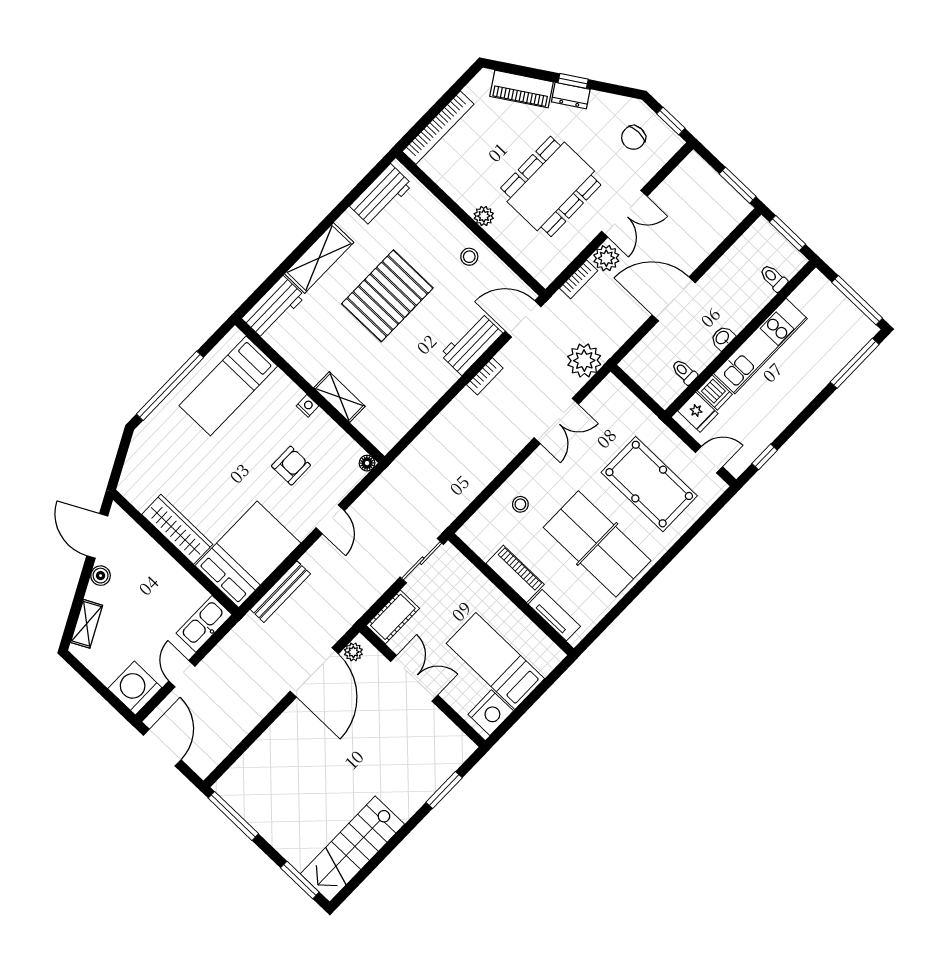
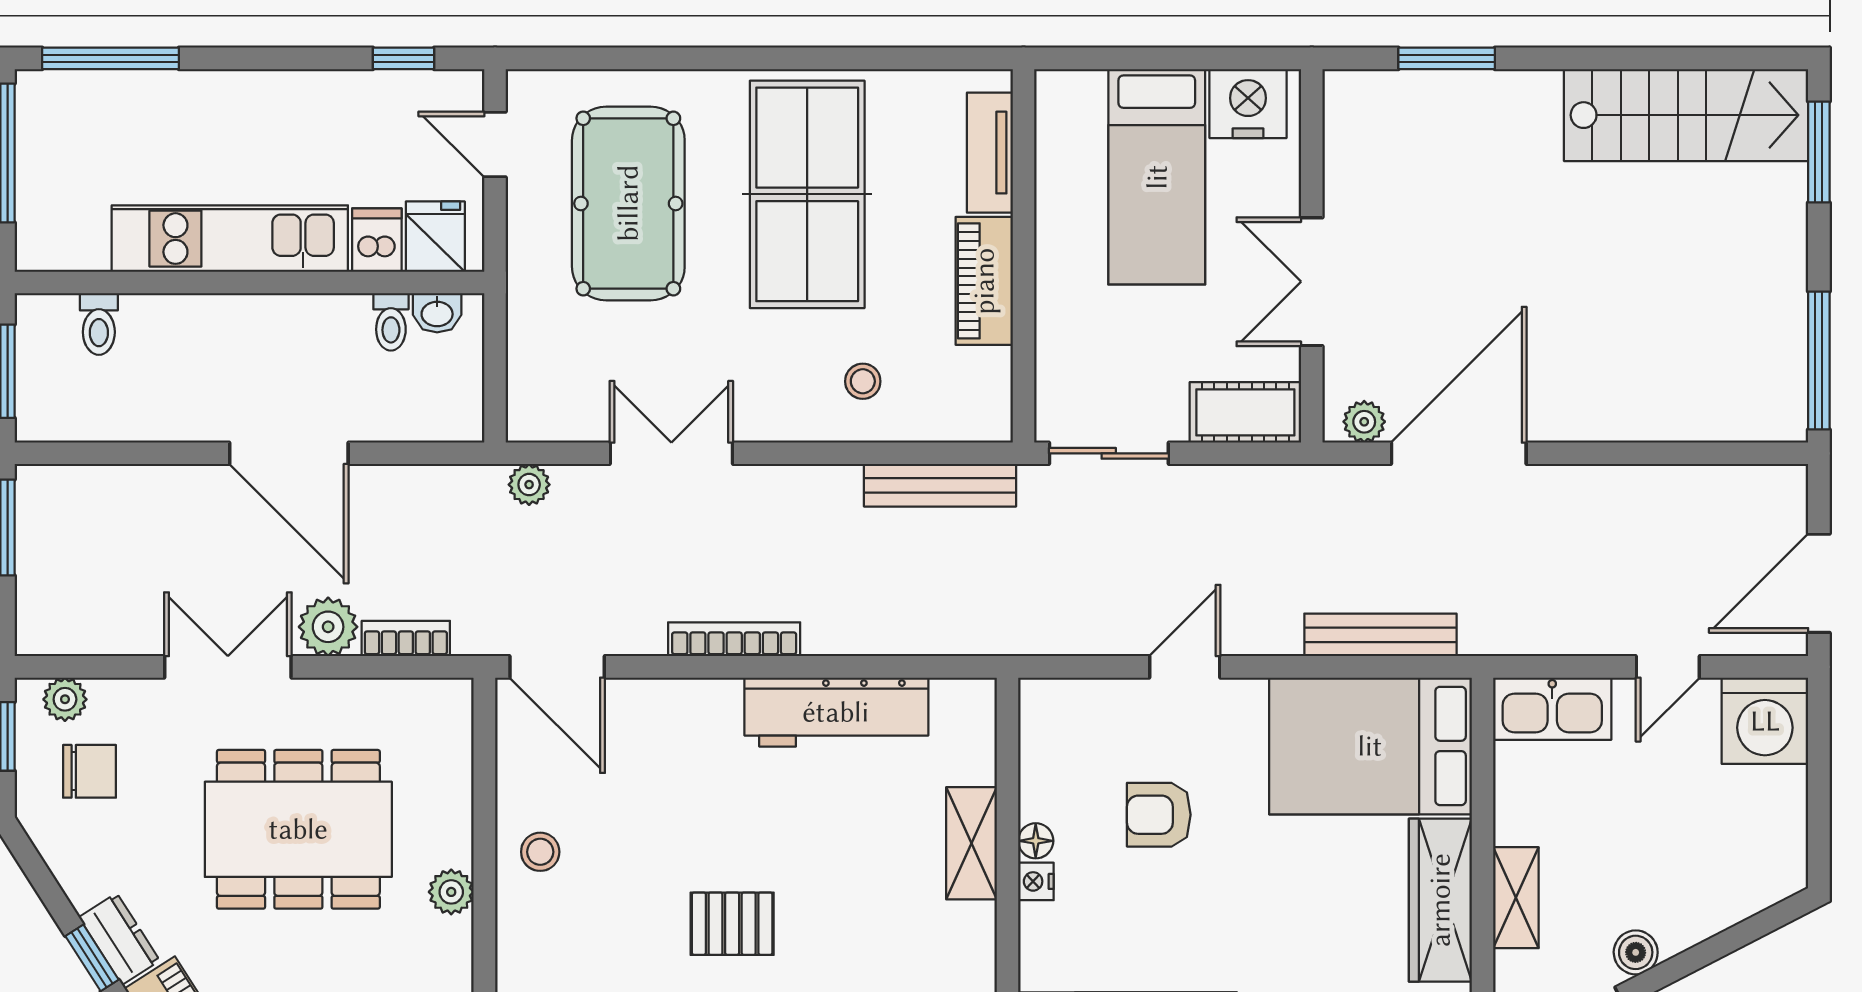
plant: (664, 152) -> (65, 699), added
pallet: (387, 296) -> (732, 924), width x0.49, depth x0.50
washbasin: (723, 338) -> (437, 313), moved
workbench: (471, 344) -> (836, 712), moved, width x1.38
plant: (584, 360) -> (529, 485), width x0.53, depth x0.53
bookcase: (485, 376) -> (734, 639), width x1.56
floor lamp: (367, 463) -> (1036, 841), moved
bench: (463, 497) -> (940, 485), added
shelving: (87, 624) -> (1516, 898), moved, turned -63

